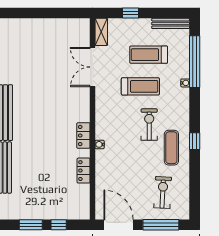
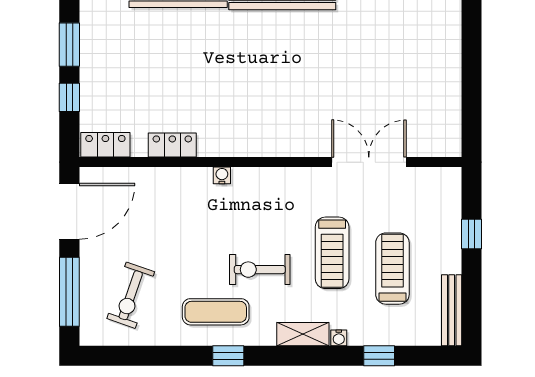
shelving: (101, 32) -> (303, 334), moved
window: (195, 62) -> (379, 356), width x0.32
exercise bike: (149, 125) -> (260, 270), turned 180
locker: (83, 136) -> (105, 145), moved
exercise bike: (163, 192) -> (131, 295), turned 106

